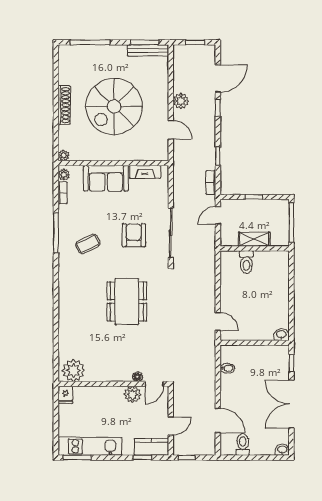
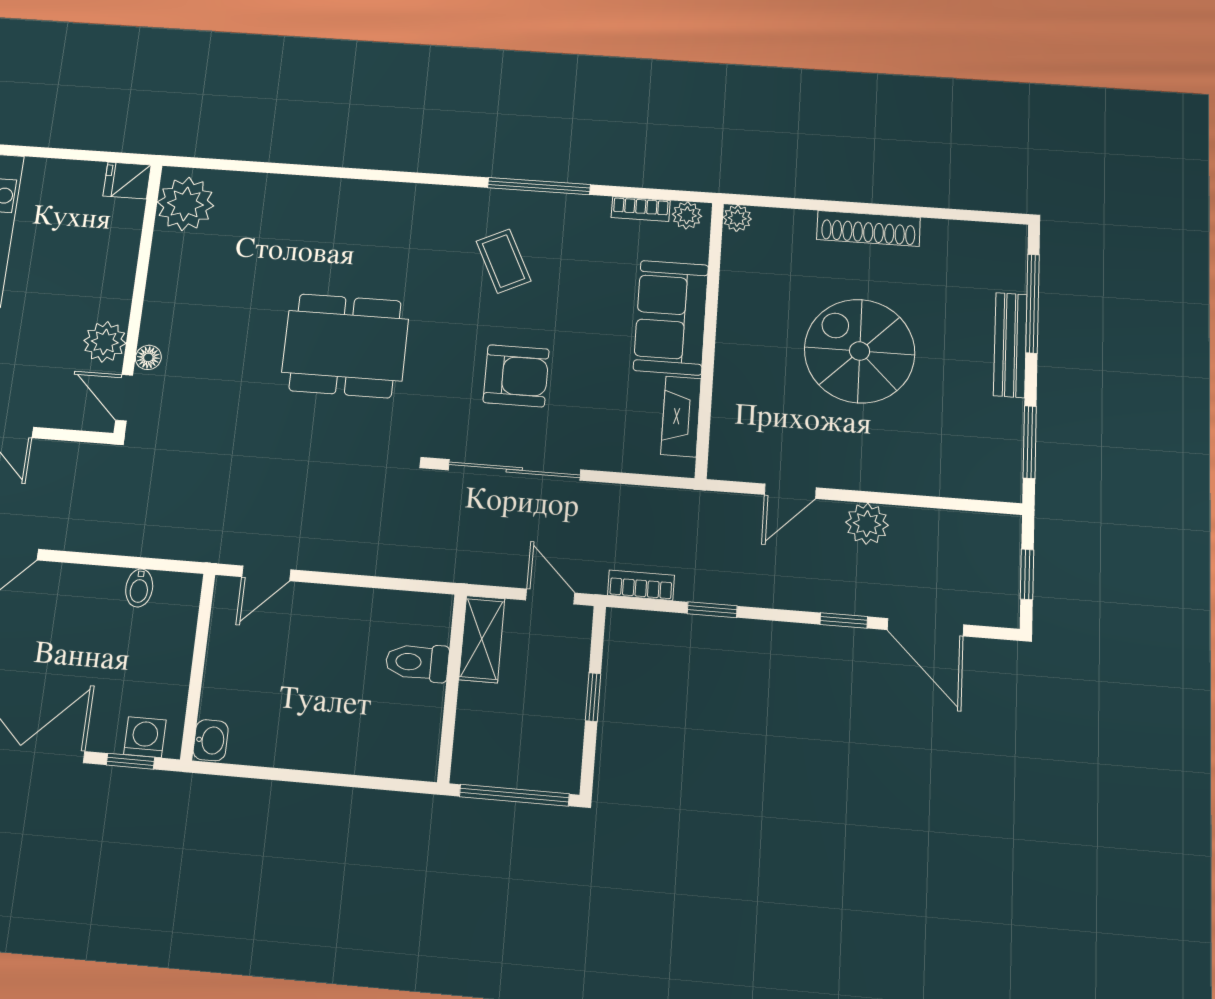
bench: (148, 50) -> (1010, 345), moved
spiral stairs: (114, 106) -> (860, 351), width x0.73, depth x0.73
shelving: (254, 239) -> (482, 639), moved
washing machine: (282, 359) -> (145, 737), added

